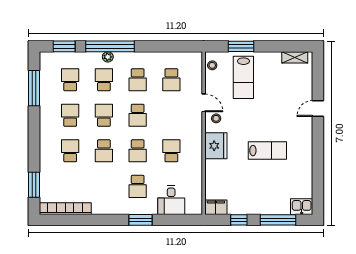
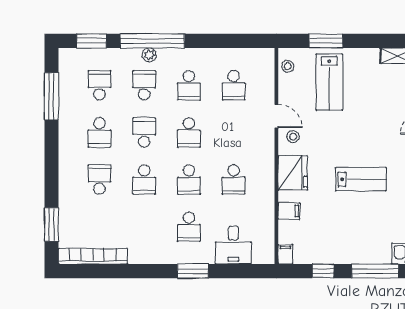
school desk: (70, 115) -> (99, 132), turned 180
school desk: (171, 151) -> (234, 180), turned 180
filing cabinet: (213, 174) -> (289, 211), added
filing cabinet: (216, 207) -> (285, 254), width x0.50

